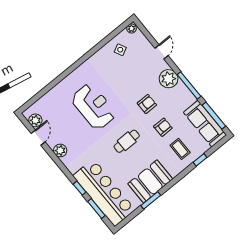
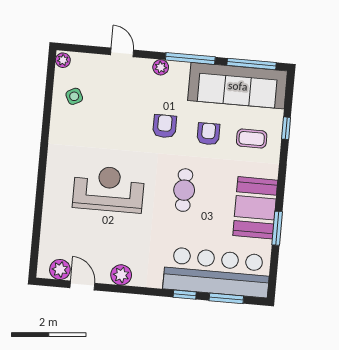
plant: (169, 79) -> (161, 67), width x0.53, depth x0.53
sofa: (205, 124) -> (238, 86), width x1.36, depth x1.27

